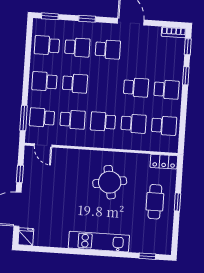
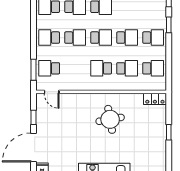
school desk: (73, 120) -> (101, 38), moved
cafe table: (155, 202) -> (150, 133), removed

